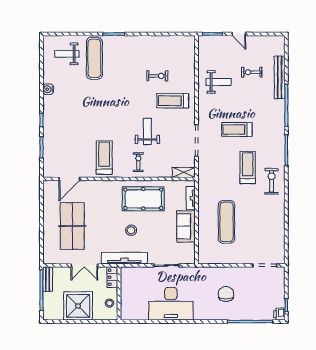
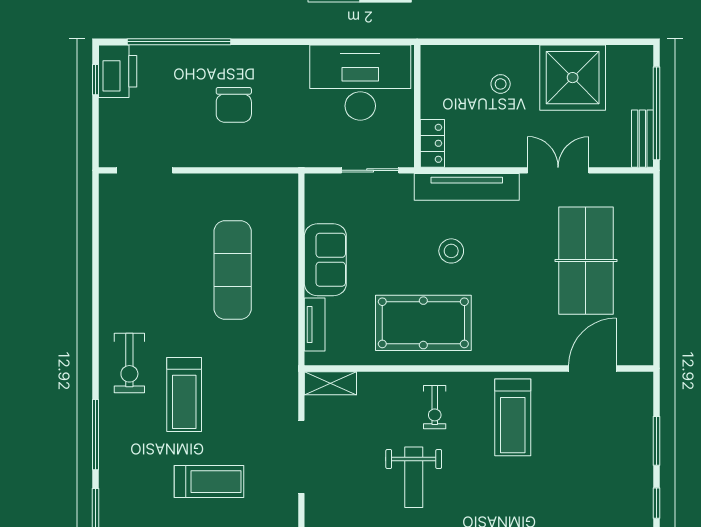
locker: (112, 277) -> (432, 143), moved
wall: (119, 293) -> (417, 106), moved
printer: (279, 314) -> (118, 71), width x1.87, depth x1.48

